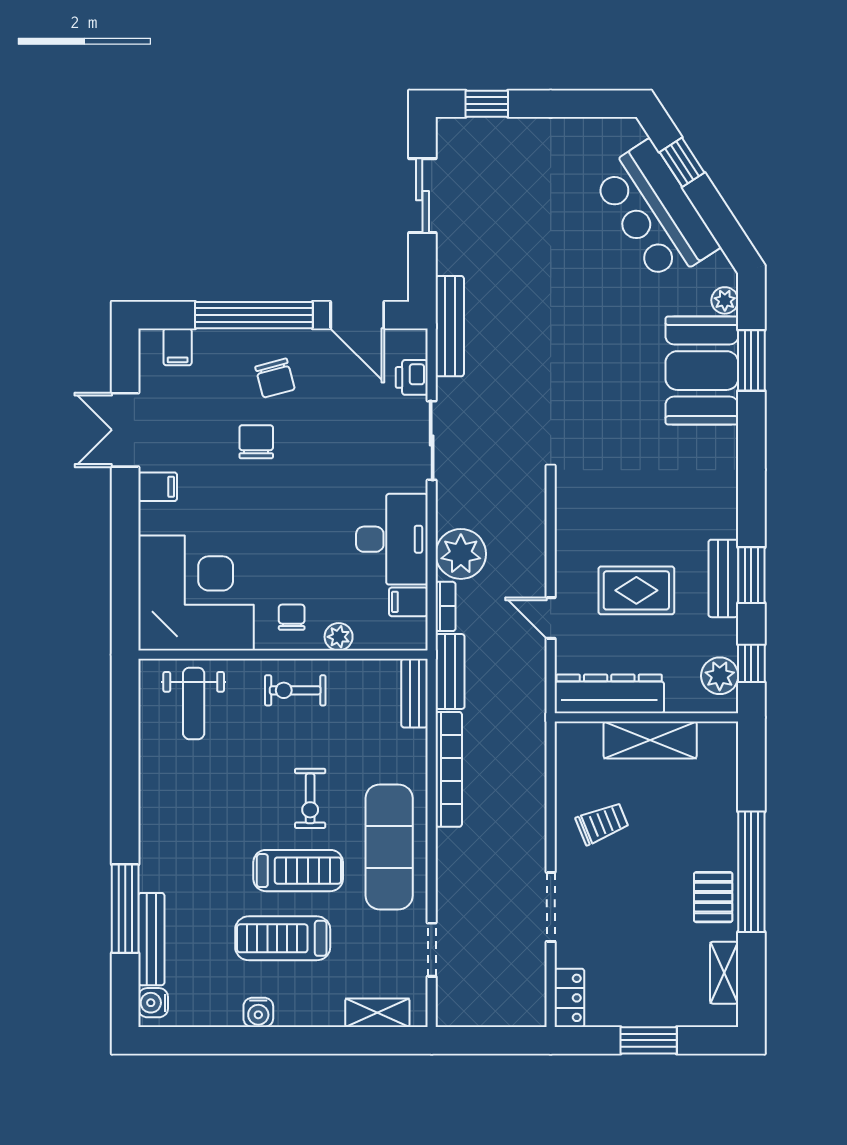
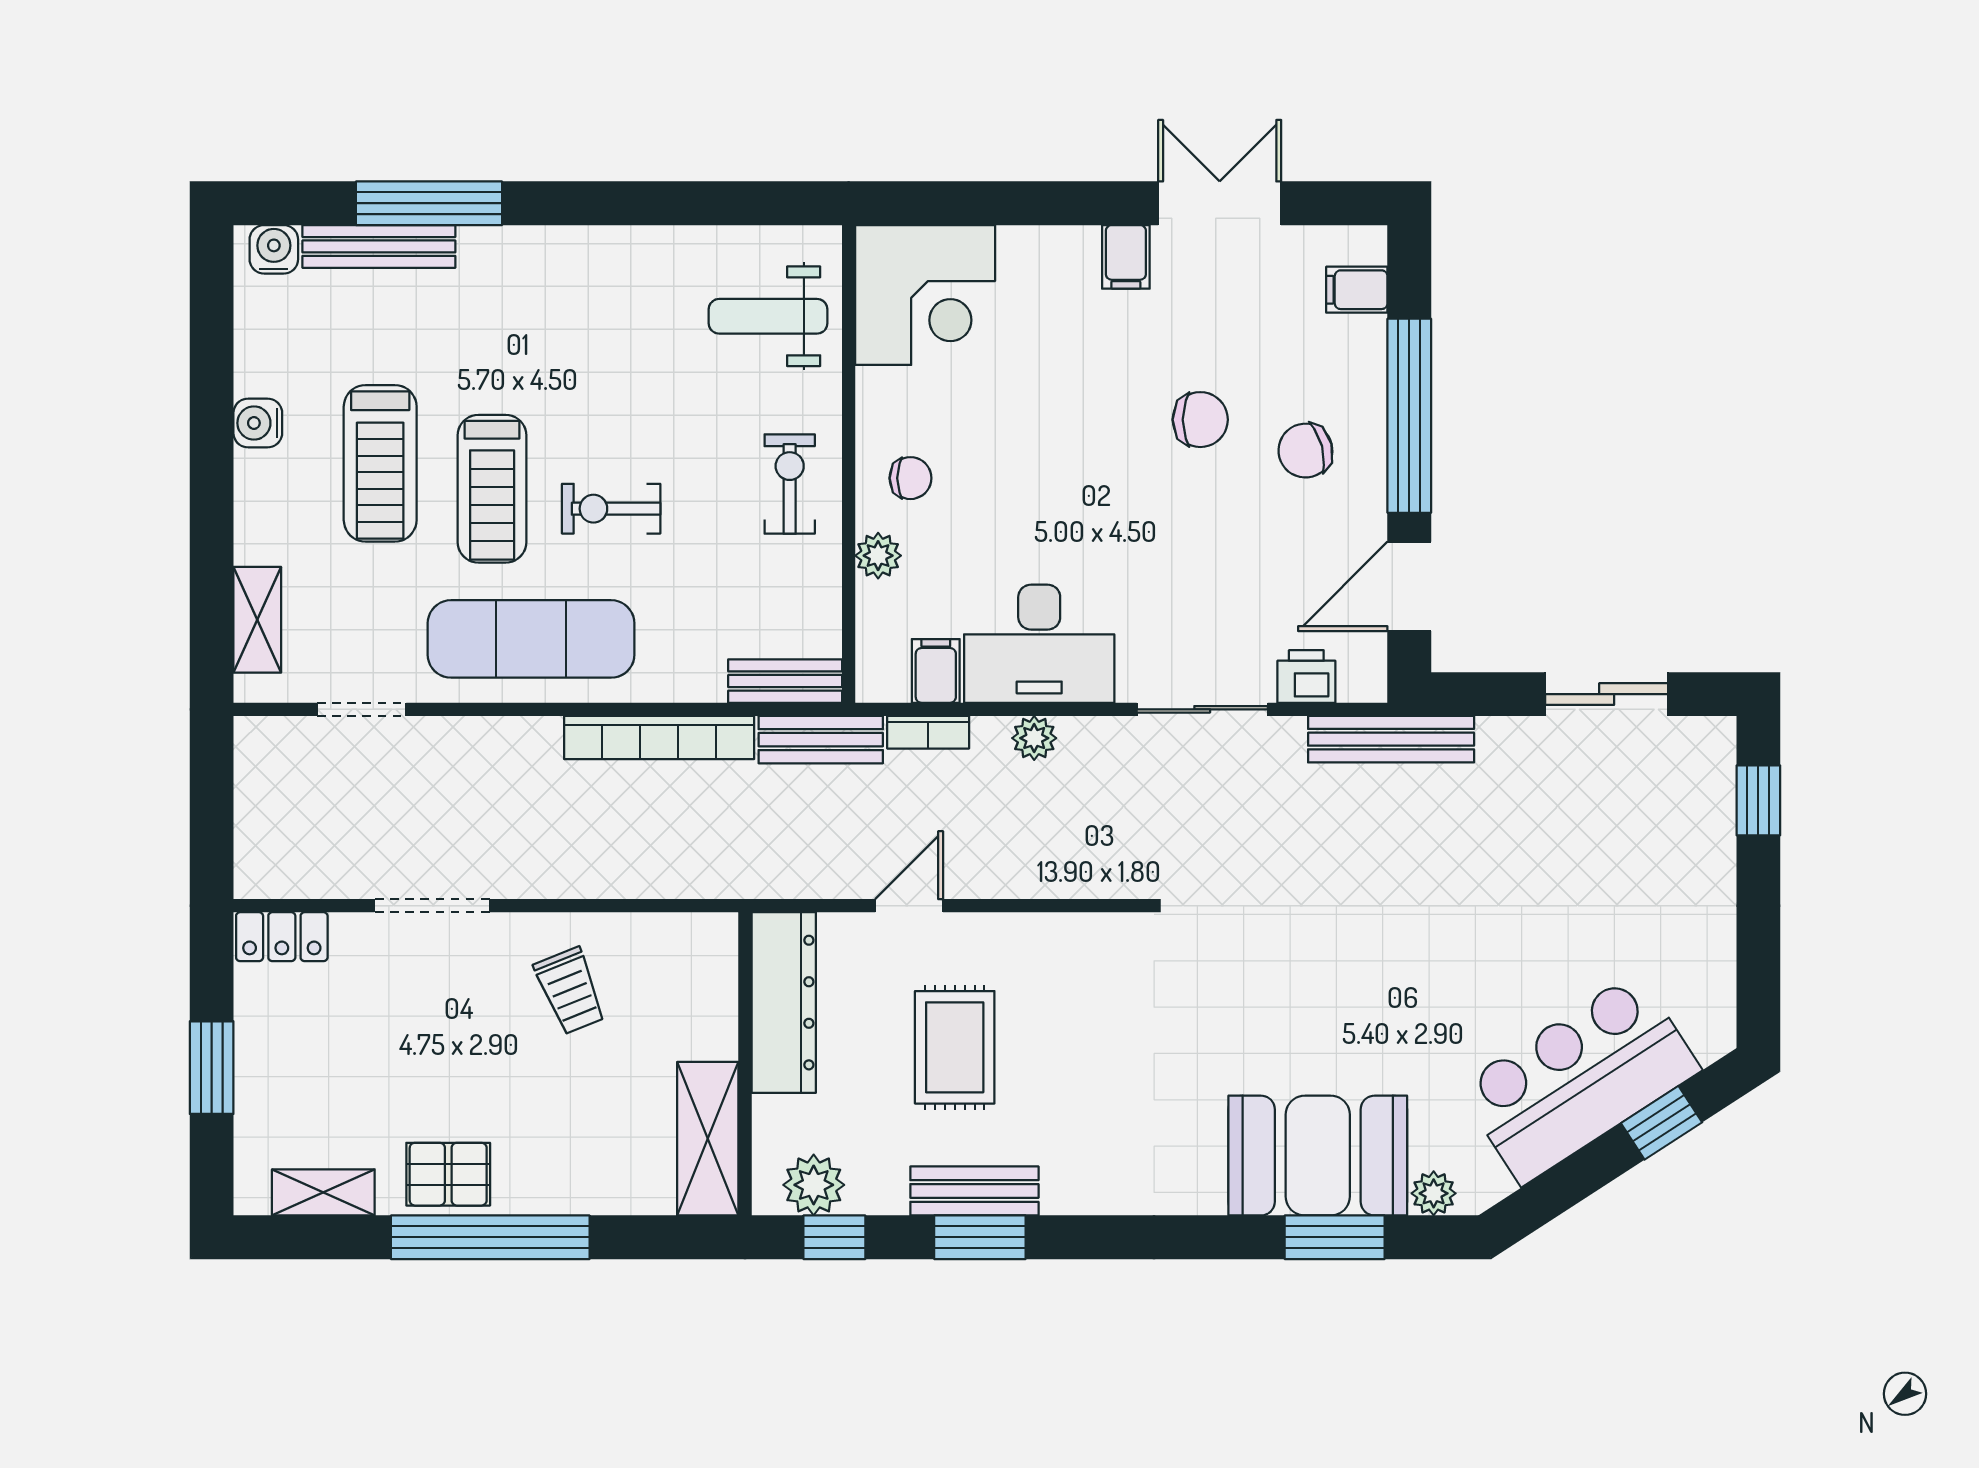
plant: (461, 554) -> (1034, 738), width x0.53, depth x0.53
corner desk: (196, 593) -> (925, 295), width x0.74, depth x0.74
shelving: (650, 740) -> (708, 1139), moved
treadmill: (283, 938) -> (380, 463), turned 180

